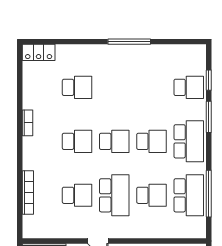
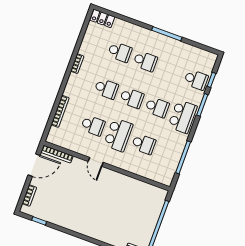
school desk: (189, 195) -> (145, 61), moved, width x0.54

